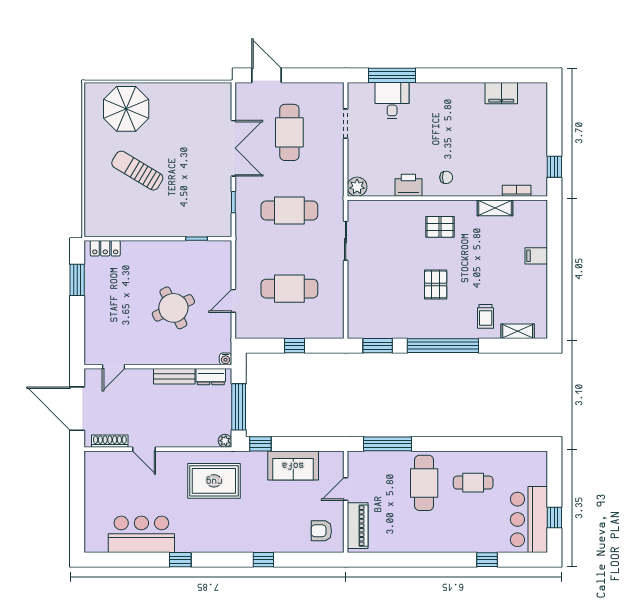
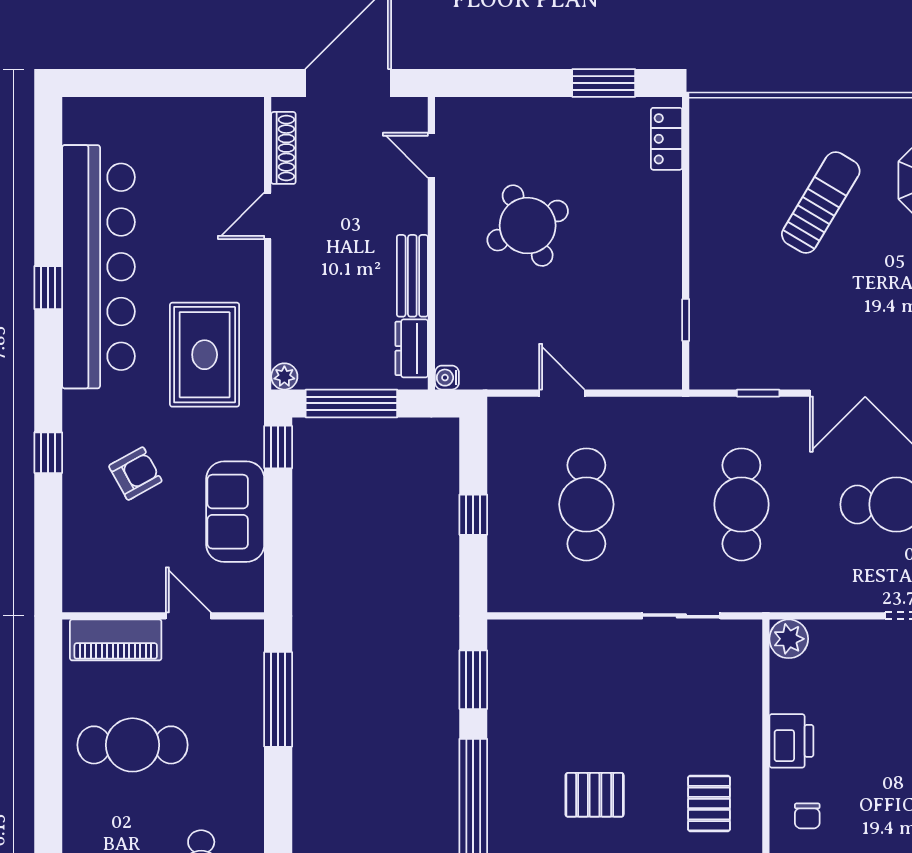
round table: (173, 308) -> (528, 226), moved
cafe table: (424, 483) -> (132, 745), moved
armchair: (321, 531) -> (135, 474), moved, turned 61
bar counter: (141, 534) -> (99, 267), width x1.86

